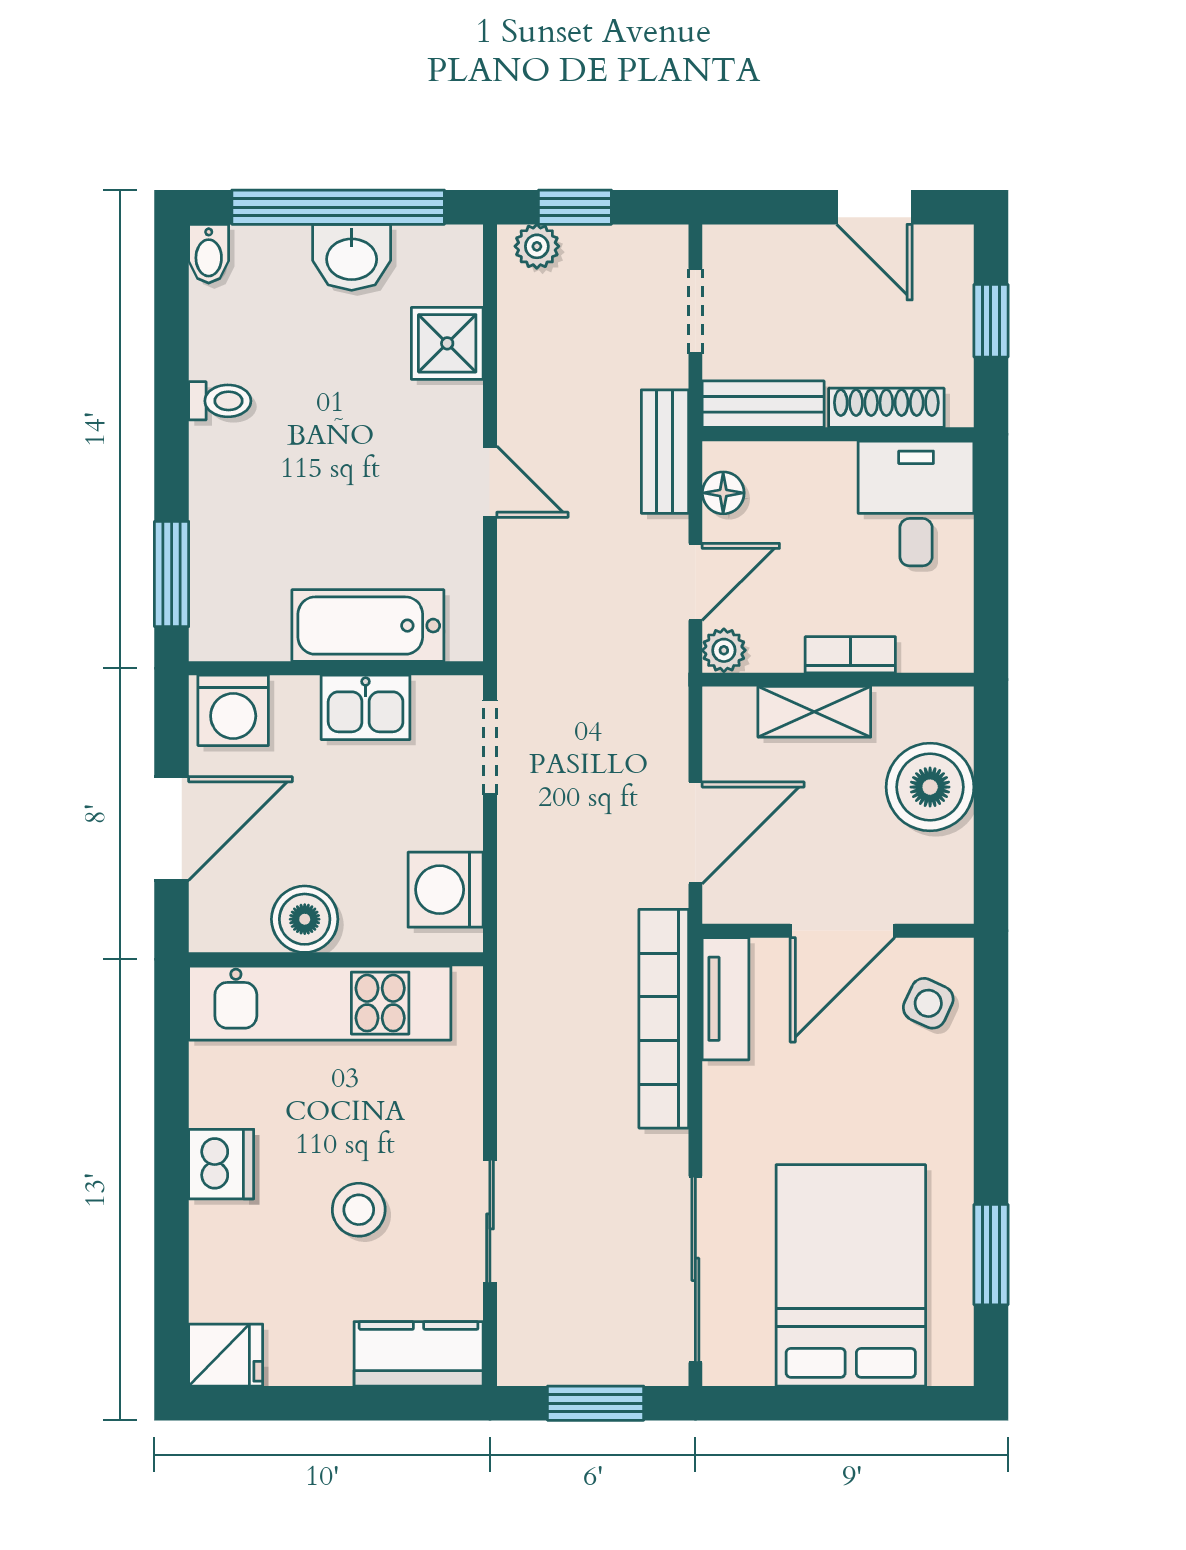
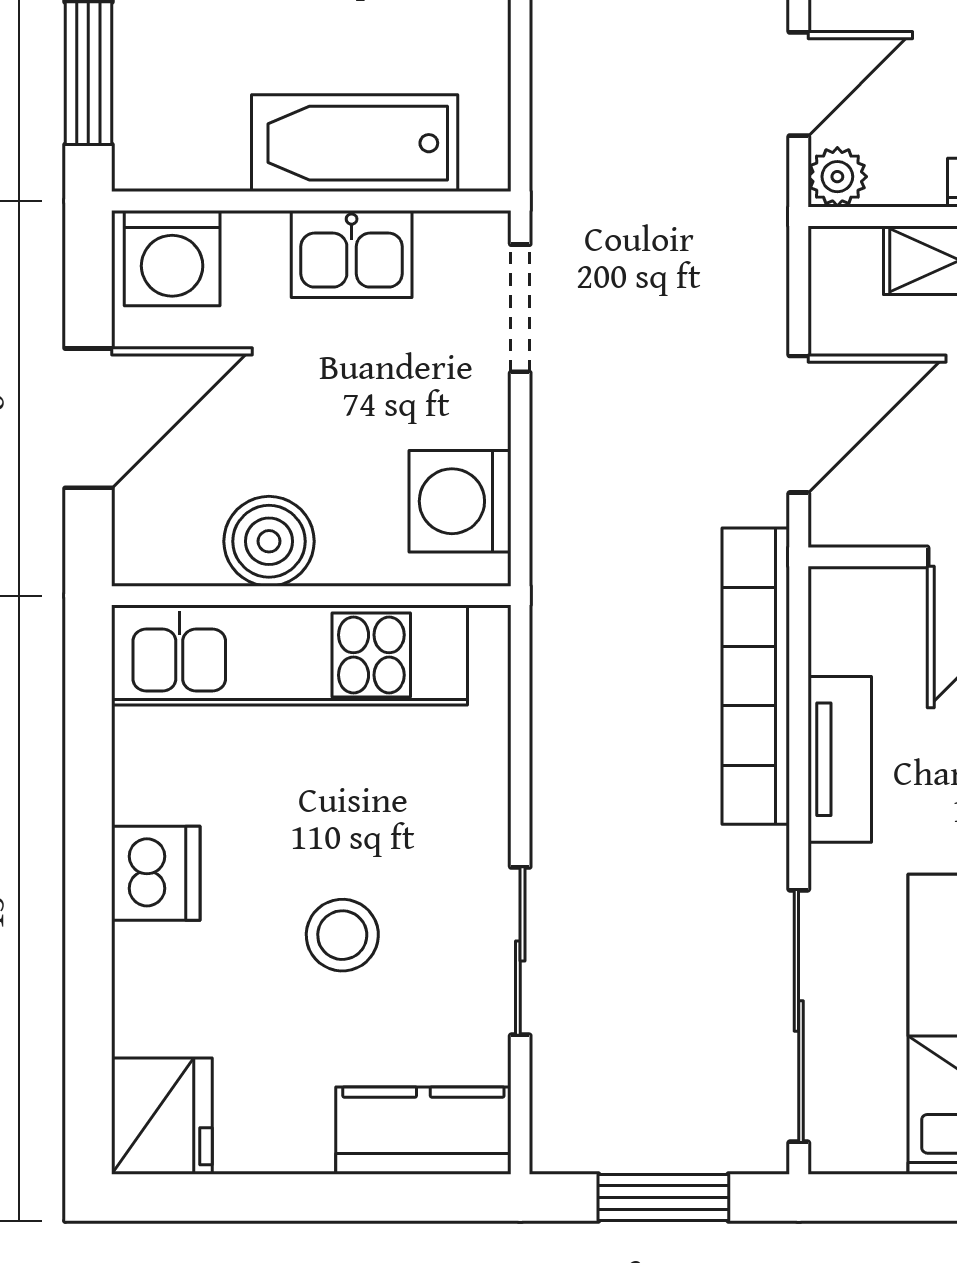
tv unit: (726, 999) -> (840, 759), moved
fridge: (226, 1355) -> (162, 1116), width x1.38

